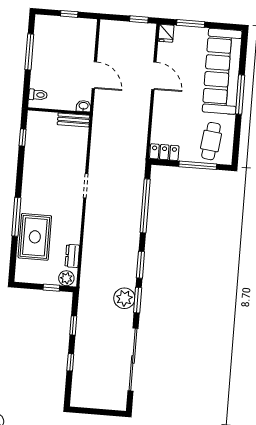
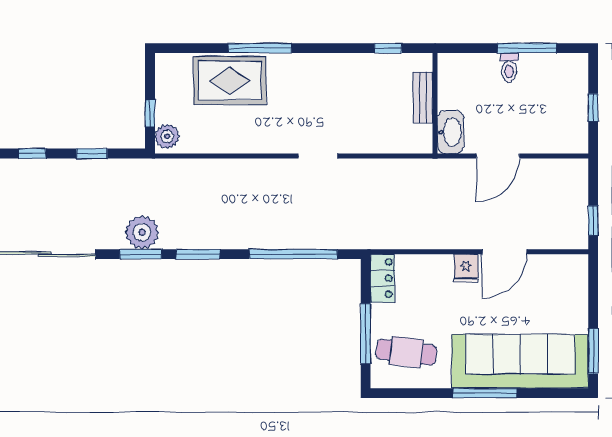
window: (191, 23) -> (593, 351), moved
fridge: (166, 33) -> (466, 268), moved, turned -90
toilet: (38, 95) -> (509, 67), moved
washbasin: (84, 106) -> (451, 132), width x1.91, depth x1.45
bench: (74, 120) -> (423, 98), moved
dresser: (72, 256) -> (204, 143), removed

